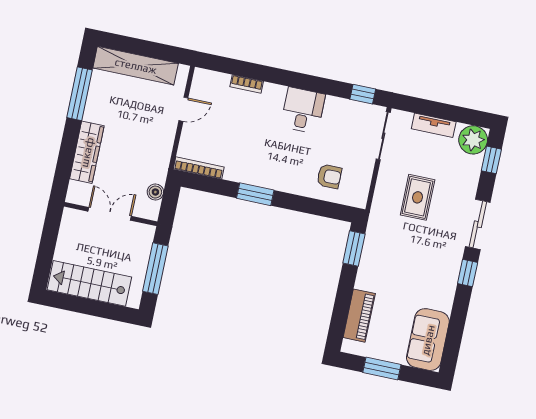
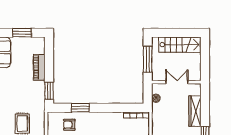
window: (255, 194) -> (80, 108), moved
double door: (110, 214) -> (177, 82), swing flipped
piano: (359, 316) -> (39, 67), moved

